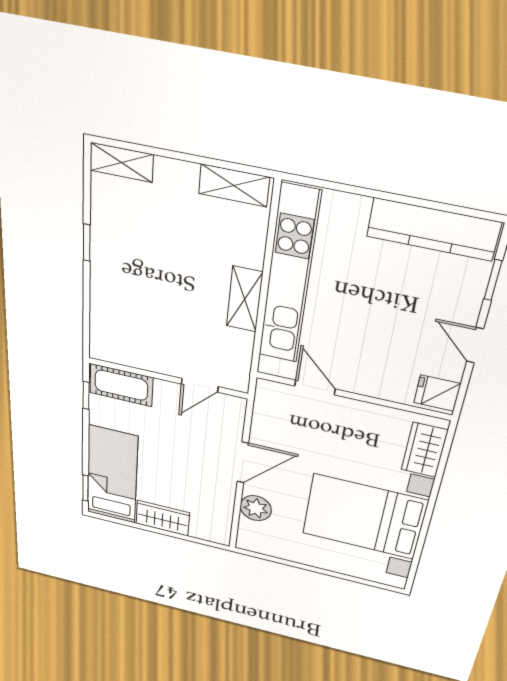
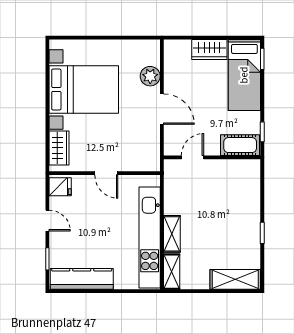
shelving: (121, 162) -> (235, 279), width x1.50, depth x1.33
shelving: (234, 185) -> (172, 272), moved, turned 90
shelving: (245, 299) -> (172, 234), moved
door: (315, 387) -> (106, 173), moved
door: (243, 462) -> (162, 109), swing flipped

